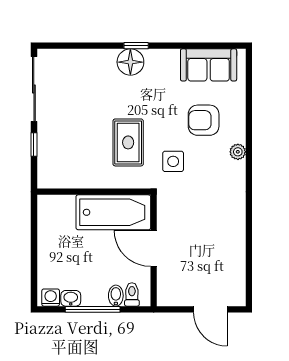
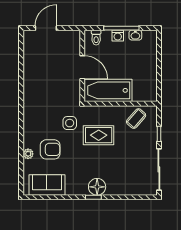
rug: (128, 142) -> (99, 135), turned 90
plant: (238, 152) -> (28, 154), moved
coffee table: (70, 168) -> (136, 119), added
bidet: (116, 296) -> (106, 37), removed
washing machine: (51, 298) -> (118, 36), moved
door: (210, 309) -> (46, 28), hinge flipped

